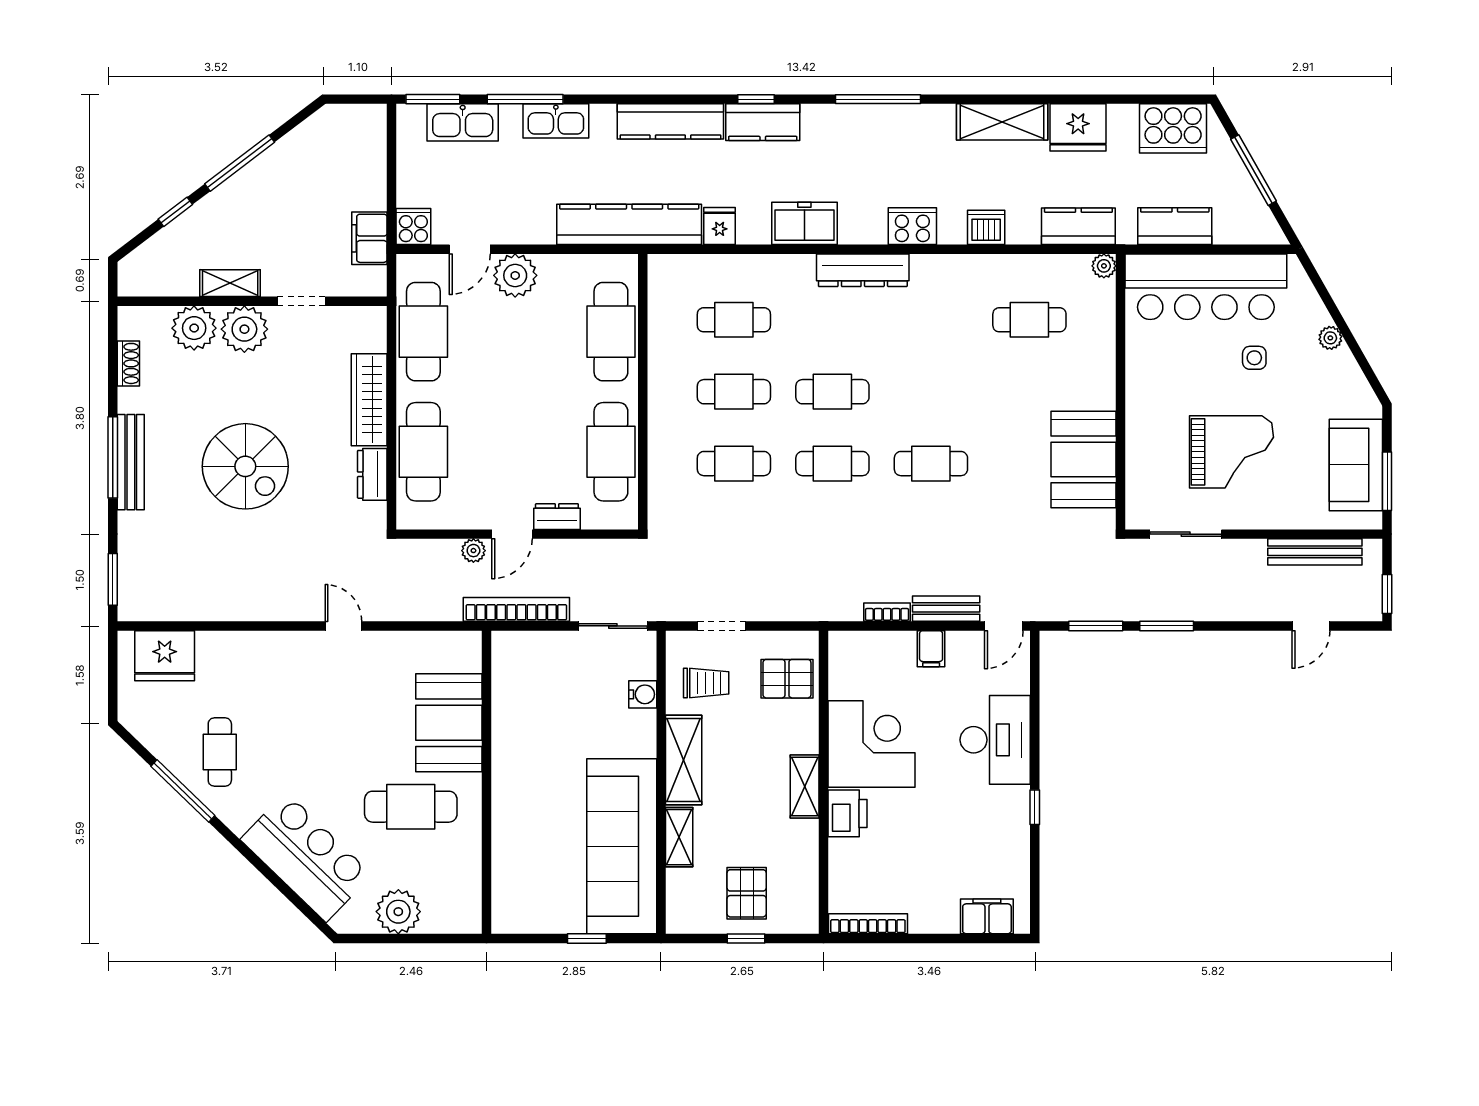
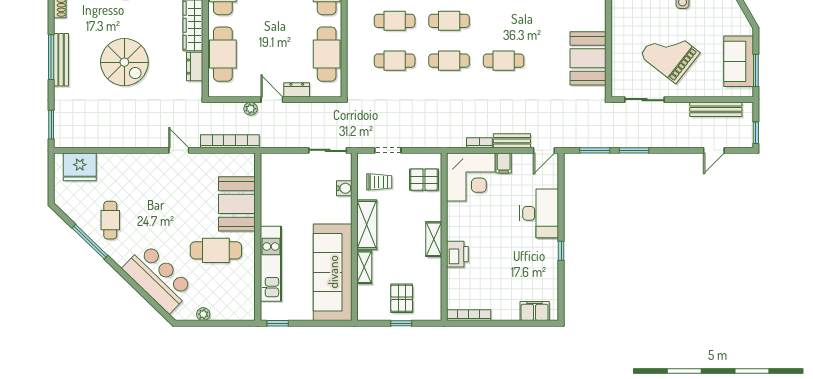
grand piano: (1232, 452) -> (670, 54), turned -142
door: (512, 534) -> (272, 100), swing flipped
bookcase: (516, 609) -> (230, 141), moved
corner desk: (872, 744) -> (471, 177), moved, turned 90
kitchen unit: (510, 831) -> (271, 264), added
plant: (398, 912) -> (203, 314), width x0.53, depth x0.53
window: (587, 938) -> (278, 323), moved

